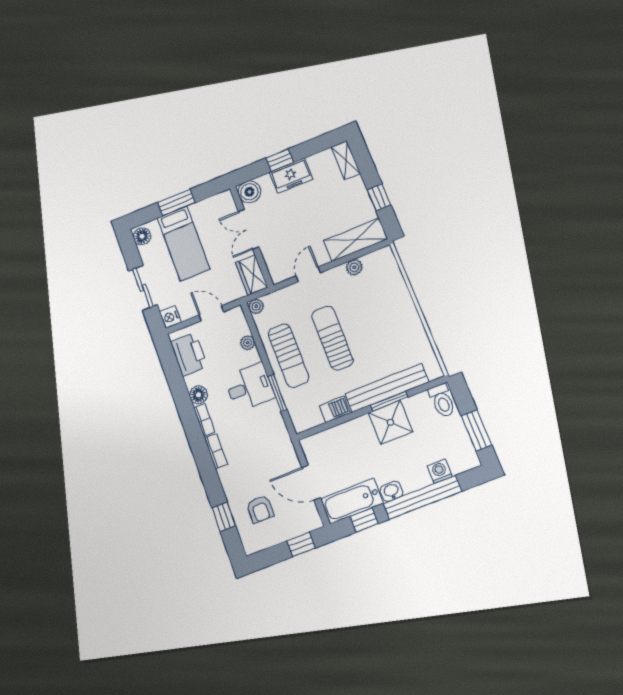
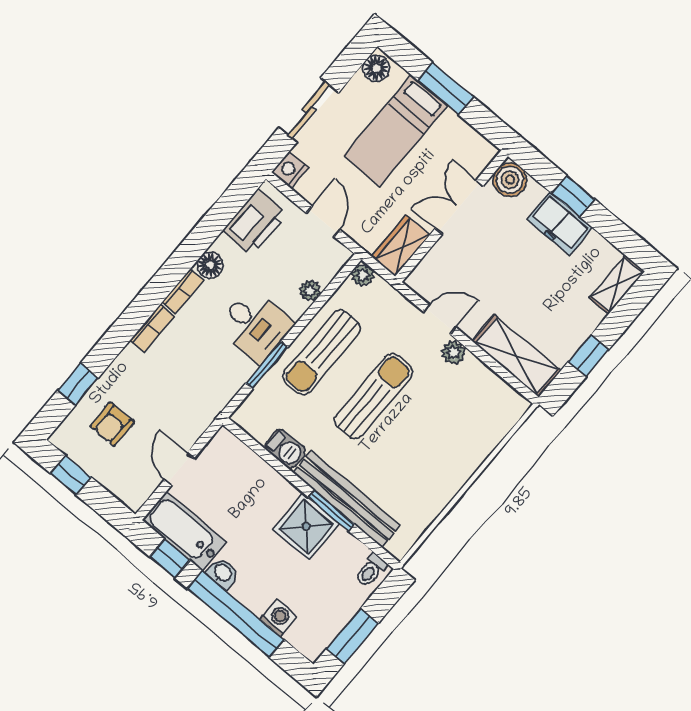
plant: (354, 267) -> (453, 352), moved
toilet: (442, 401) -> (371, 570), width x0.73, depth x0.72
door: (311, 482) -> (179, 469), width x0.73
window: (301, 544) -> (71, 475), moved

